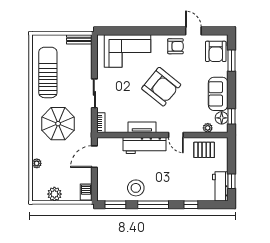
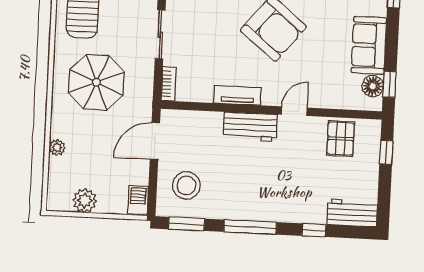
plant: (208, 128) -> (348, 102), removed
door: (176, 135) -> (294, 111), swing flipped
workbench: (144, 146) -> (250, 127), width x0.73
pallet: (204, 150) -> (341, 139), turned 90
window: (232, 181) -> (386, 152), moved
workbench: (220, 186) -> (352, 213), moved, turned 90
stool: (136, 188) -> (186, 185), moved

